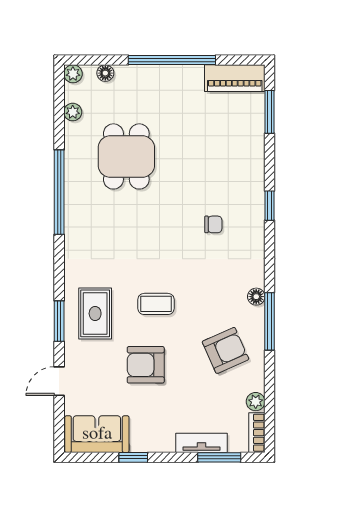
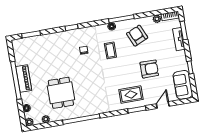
piano: (235, 78) -> (24, 78), moved
dining table: (126, 156) -> (61, 93), turned 90
coffee table: (156, 304) -> (110, 50), moved
armchair: (146, 365) -> (149, 69), turned -90
door: (59, 381) -> (163, 105), swing flipped

